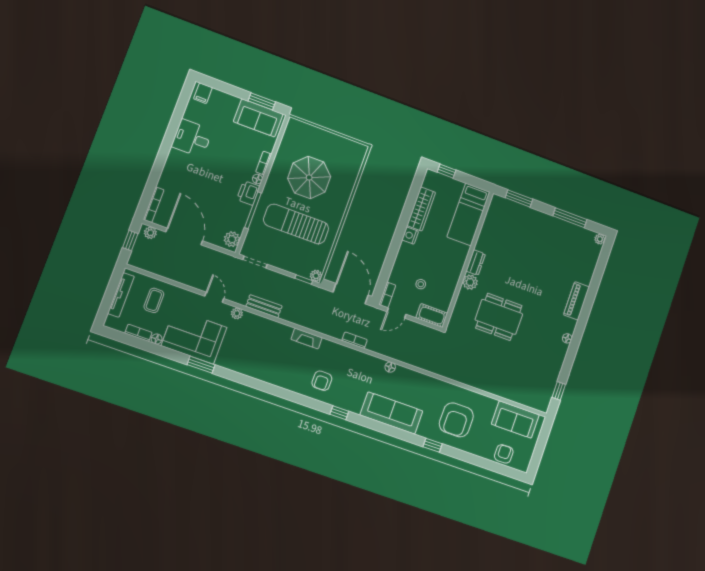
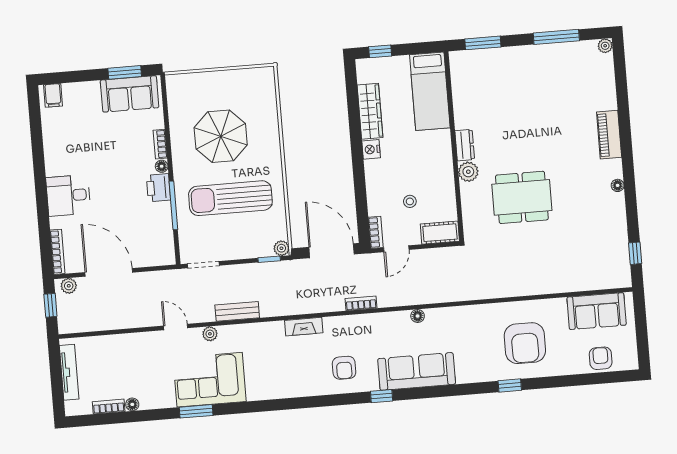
desk: (192, 138) -> (68, 195), moved
plant: (232, 239) -> (165, 250), removed
coffee table: (154, 300) -> (109, 362), removed
corner sofa: (194, 337) -> (210, 380), moved
sofa: (391, 413) -> (417, 371), moved

